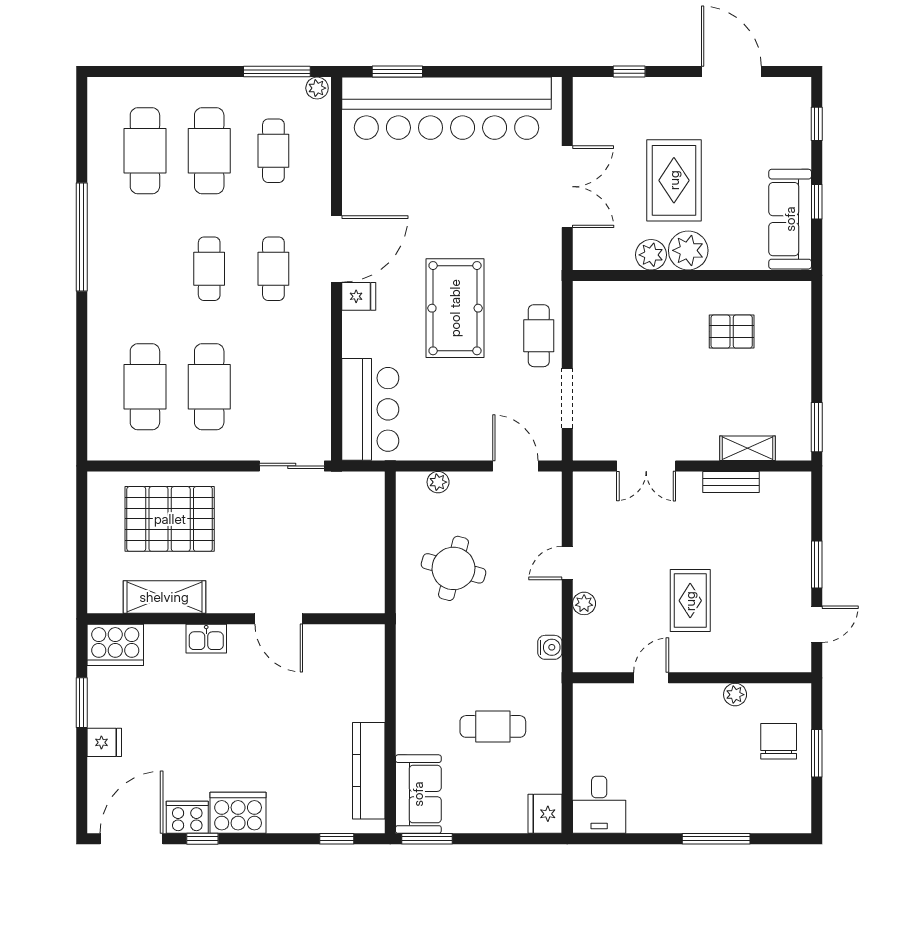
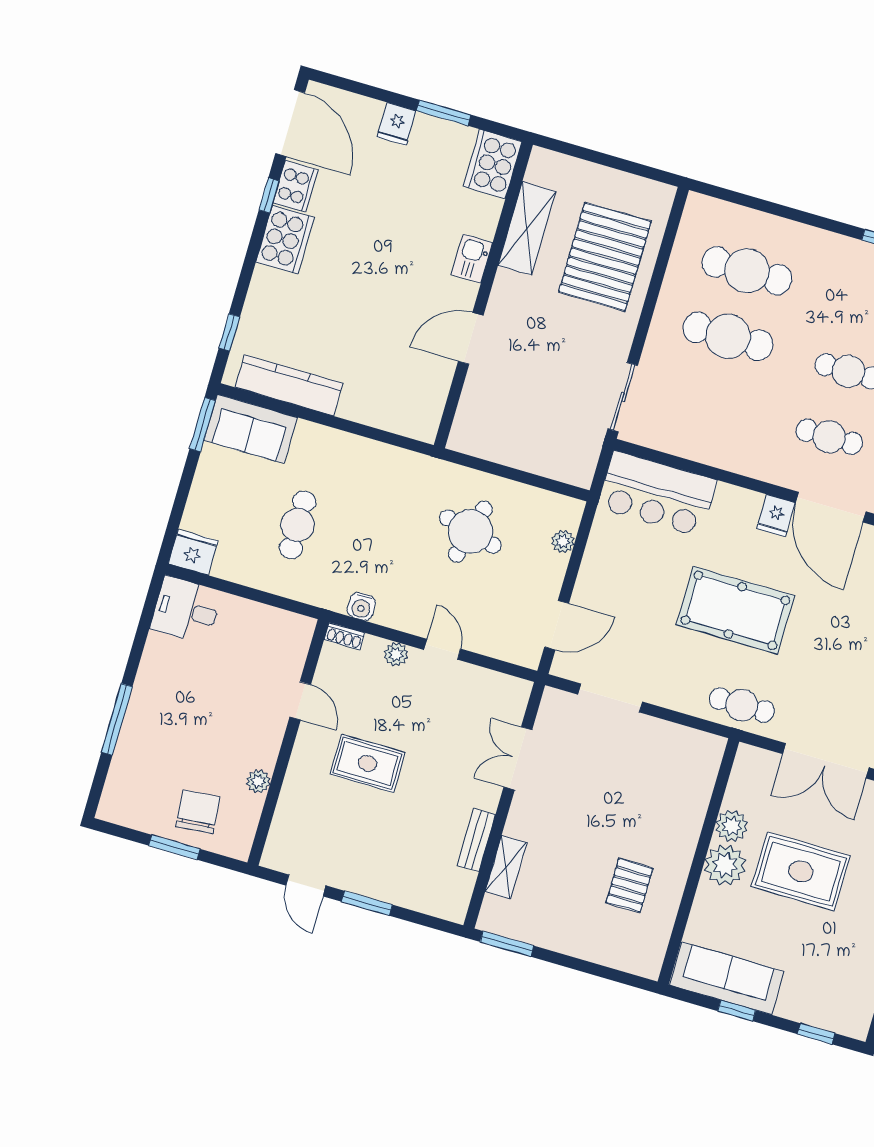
cafe table: (539, 336) -> (742, 705), moved
shoe rack: (581, 655) -> (344, 636), added
chair: (779, 741) -> (198, 812), turned -95

